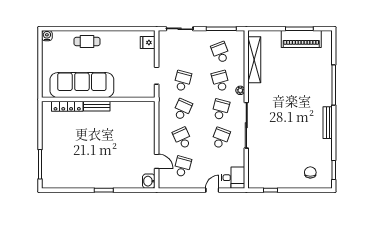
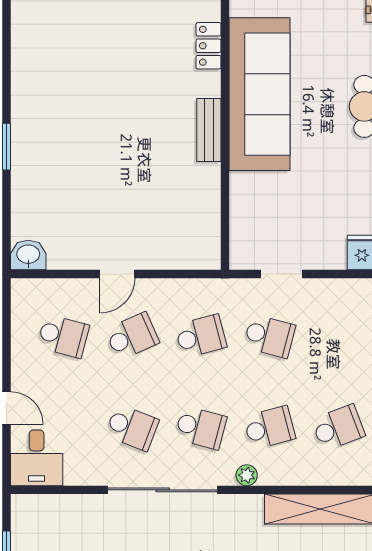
locker: (67, 106) -> (209, 46), width x0.66
school desk: (182, 109) -> (201, 336), turned -39
door: (157, 161) -> (117, 274), moved

